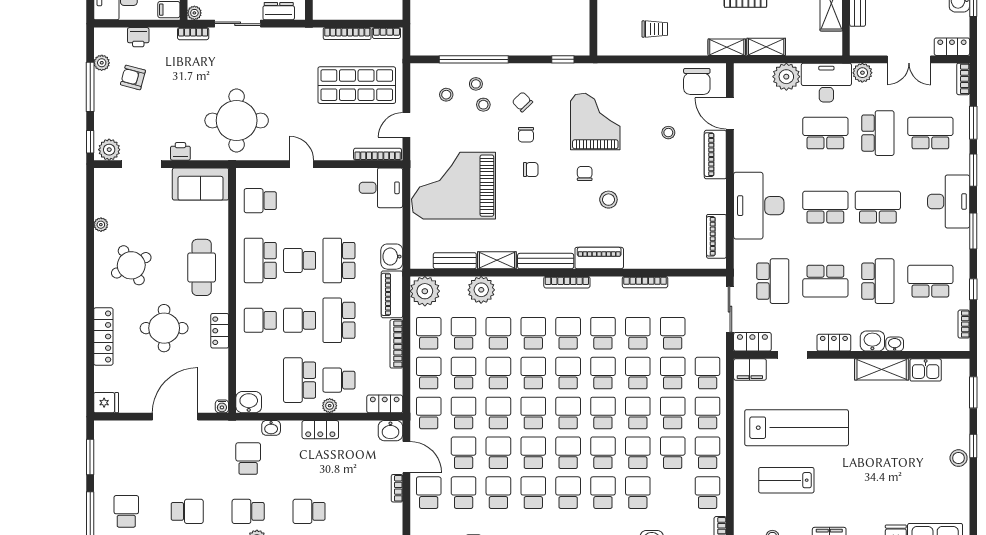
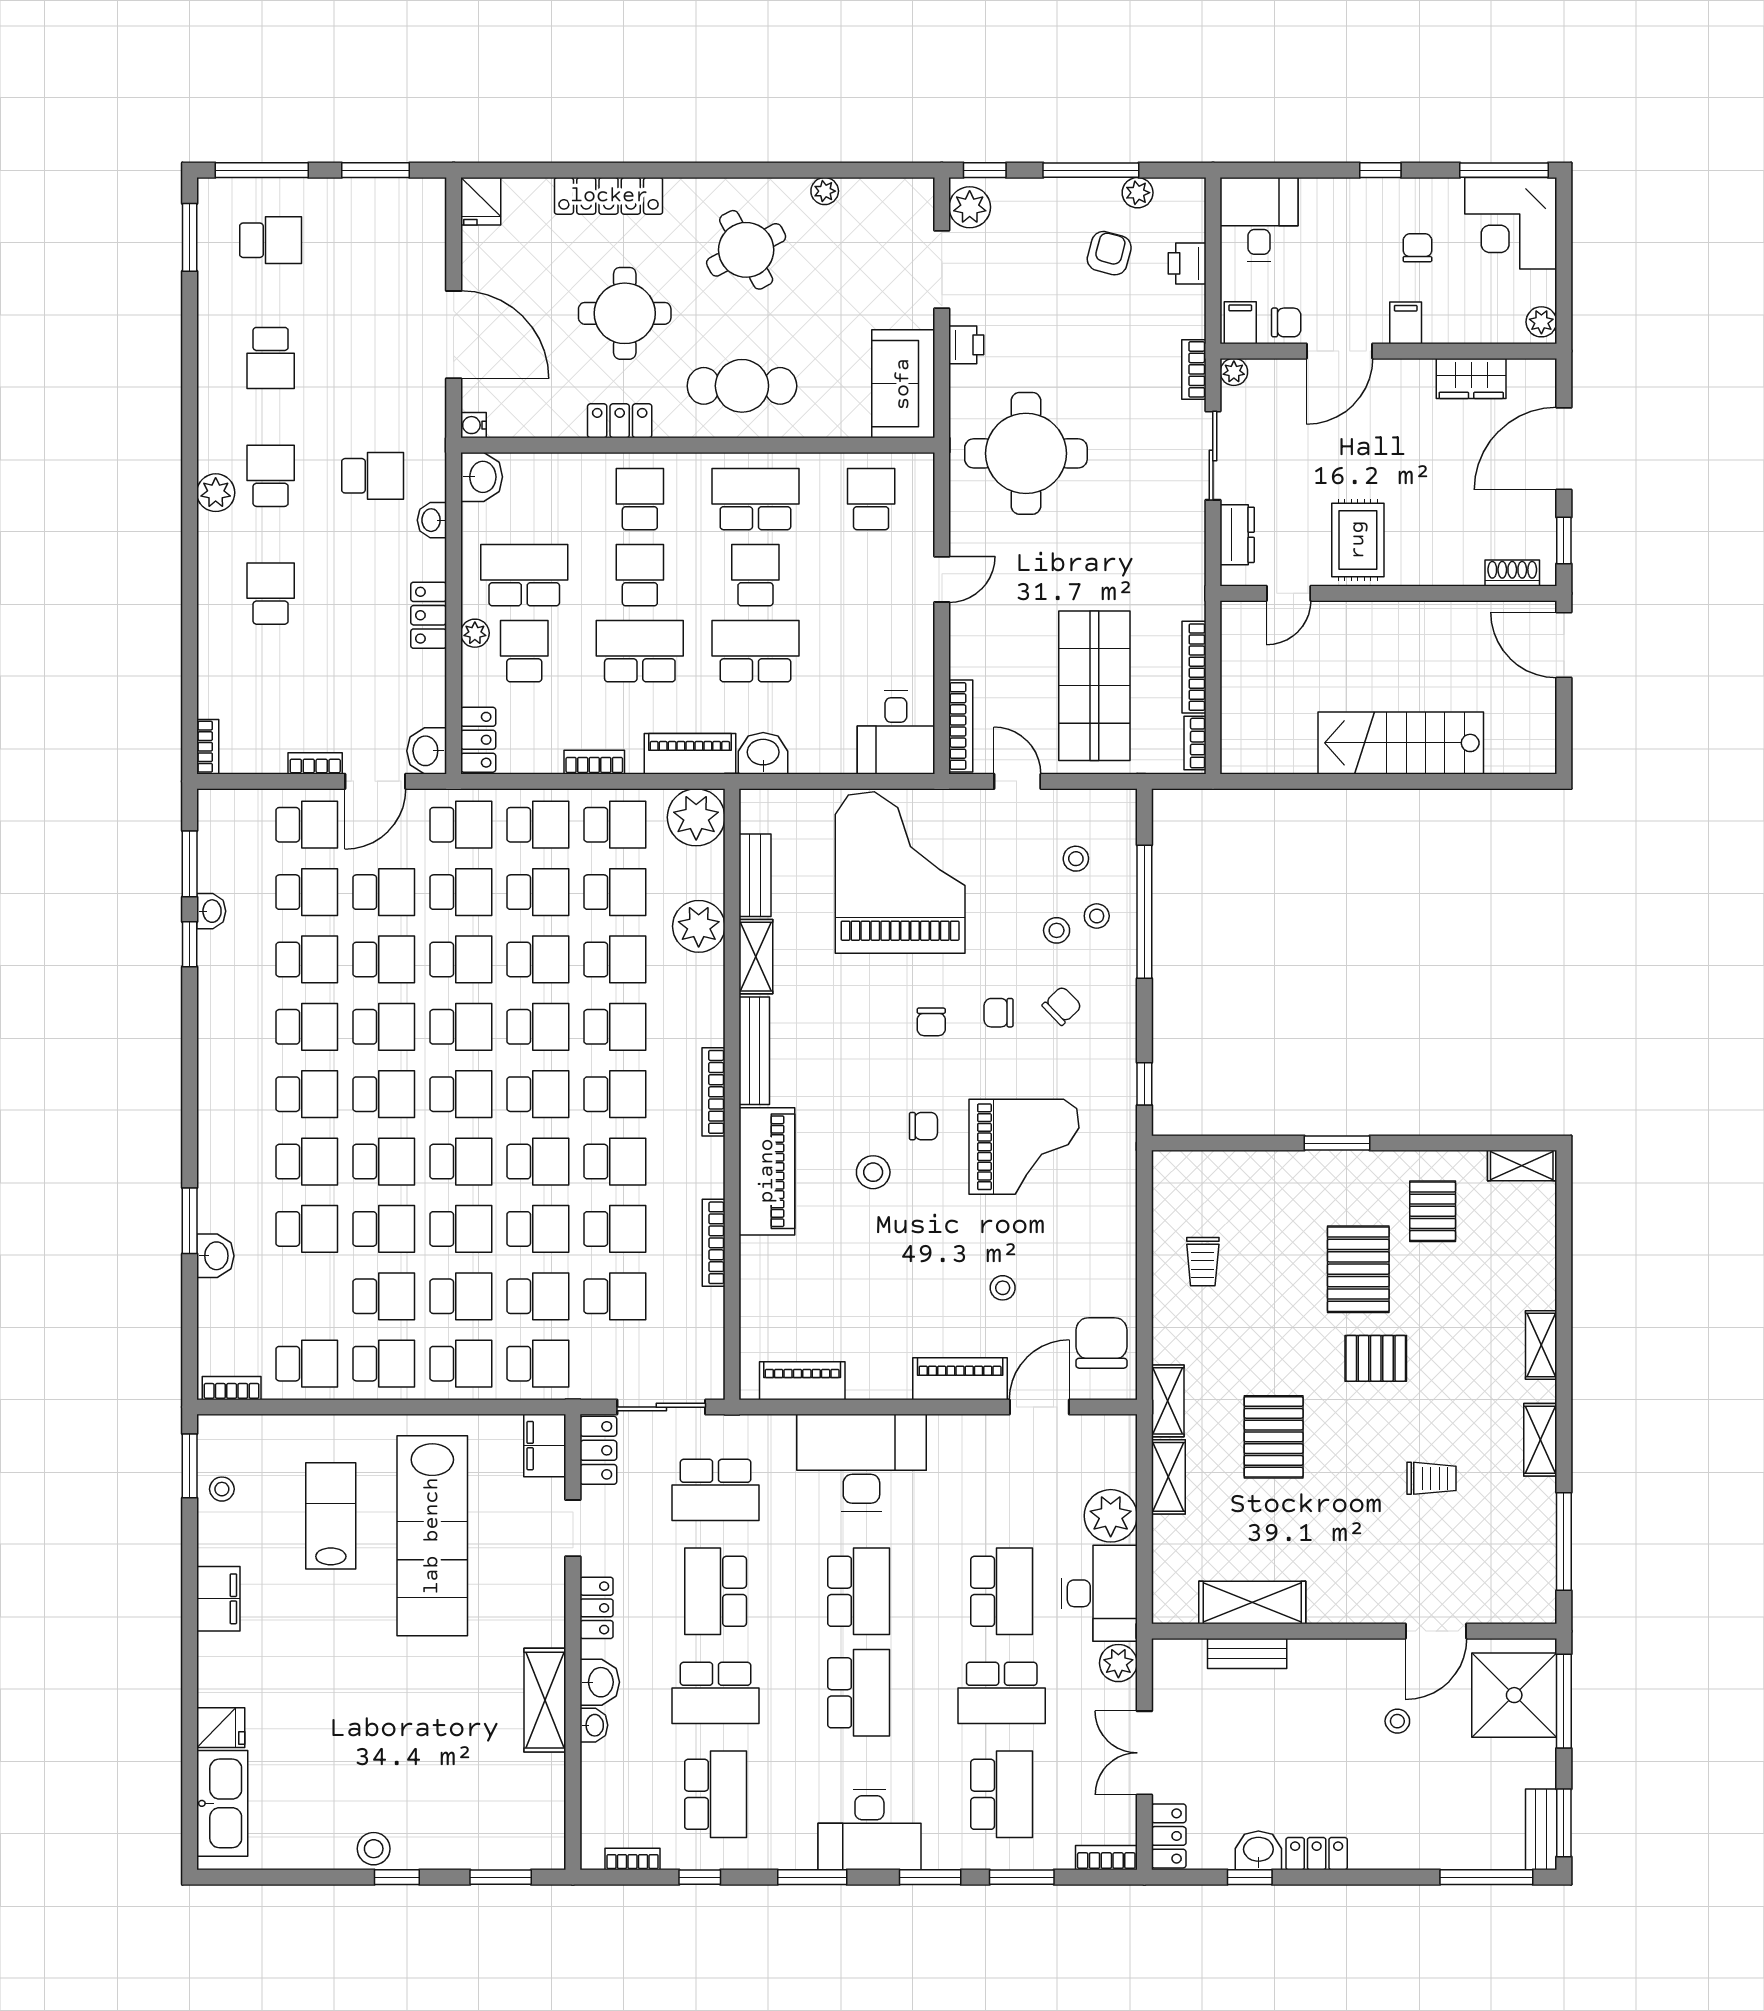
chair: (697, 81) -> (1101, 1343), turned 90
piano: (599, 258) -> (767, 1171), width x1.37, depth x1.33
bookcase: (396, 344) -> (594, 762), width x0.64
kitchen sink: (926, 370) -> (544, 1785), removed

